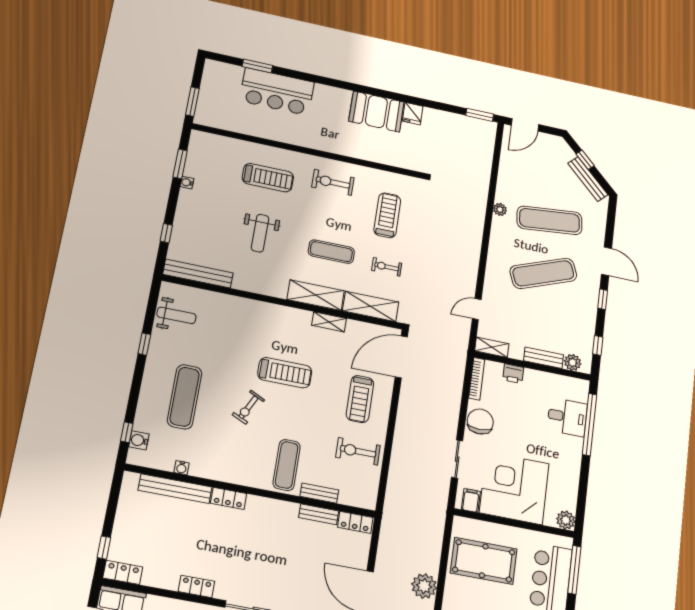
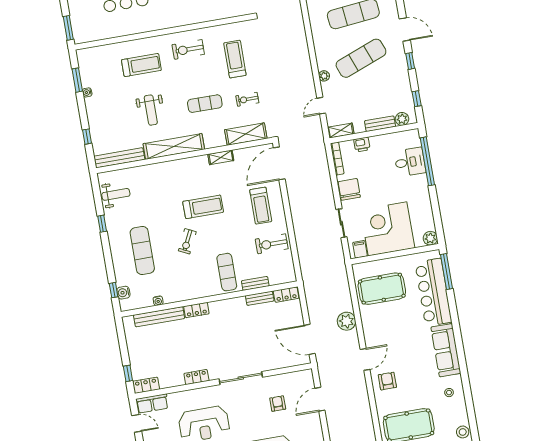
plant: (500, 209) -> (324, 76), moved
shelving: (316, 295) -> (174, 146), moved, width x1.47

